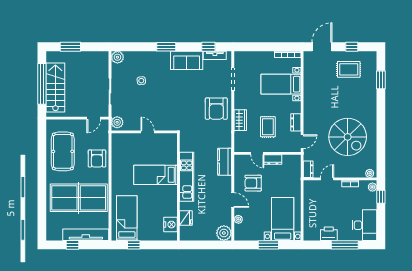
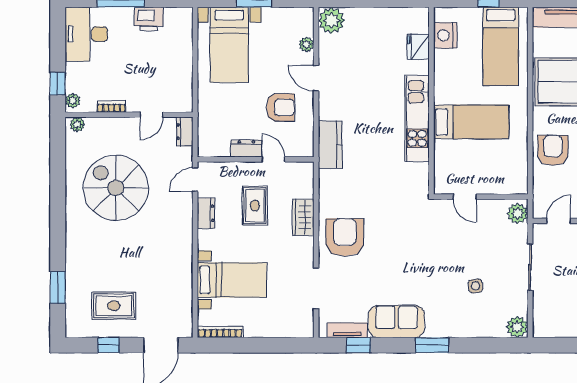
bed: (155, 175) -> (471, 122), moved
kitchen unit: (187, 177) -> (417, 119), moved
wall: (178, 187) -> (431, 101), moved
fridge: (186, 218) -> (418, 46), moved
nightstand: (170, 224) -> (445, 35), moved

